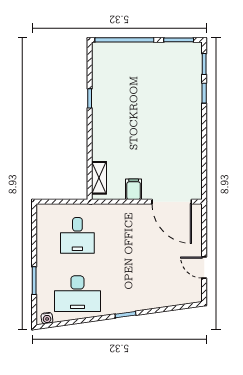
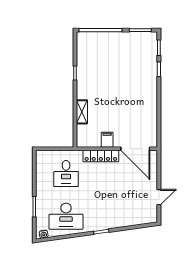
shelving: (99, 178) -> (82, 112), moved
locker: (125, 212) -> (101, 156), added
door: (204, 268) -> (159, 197), swing flipped

